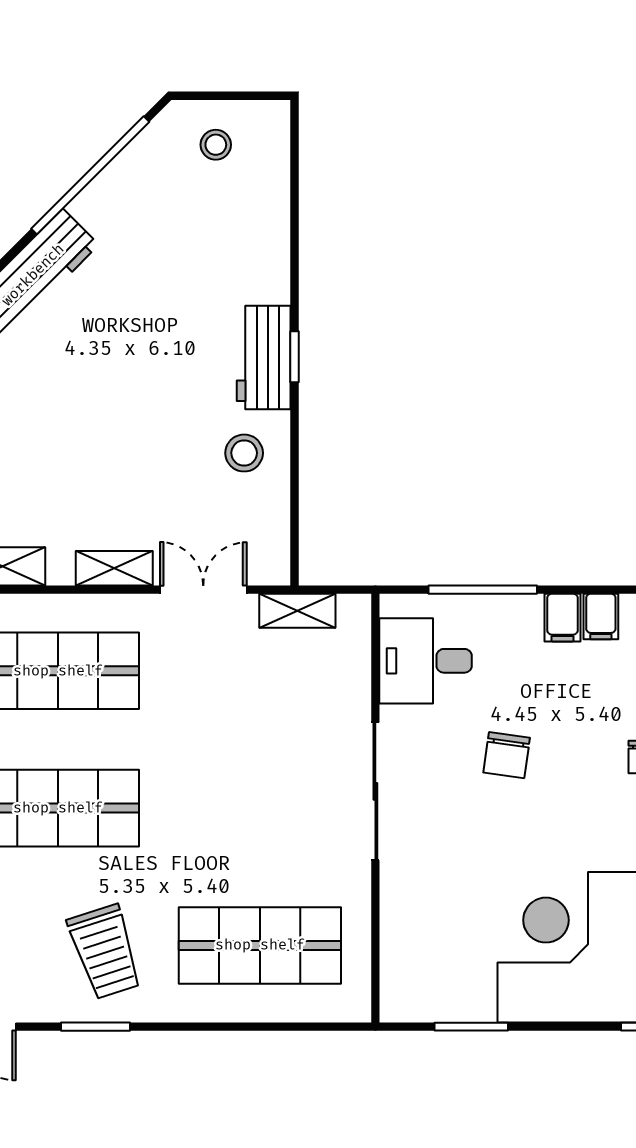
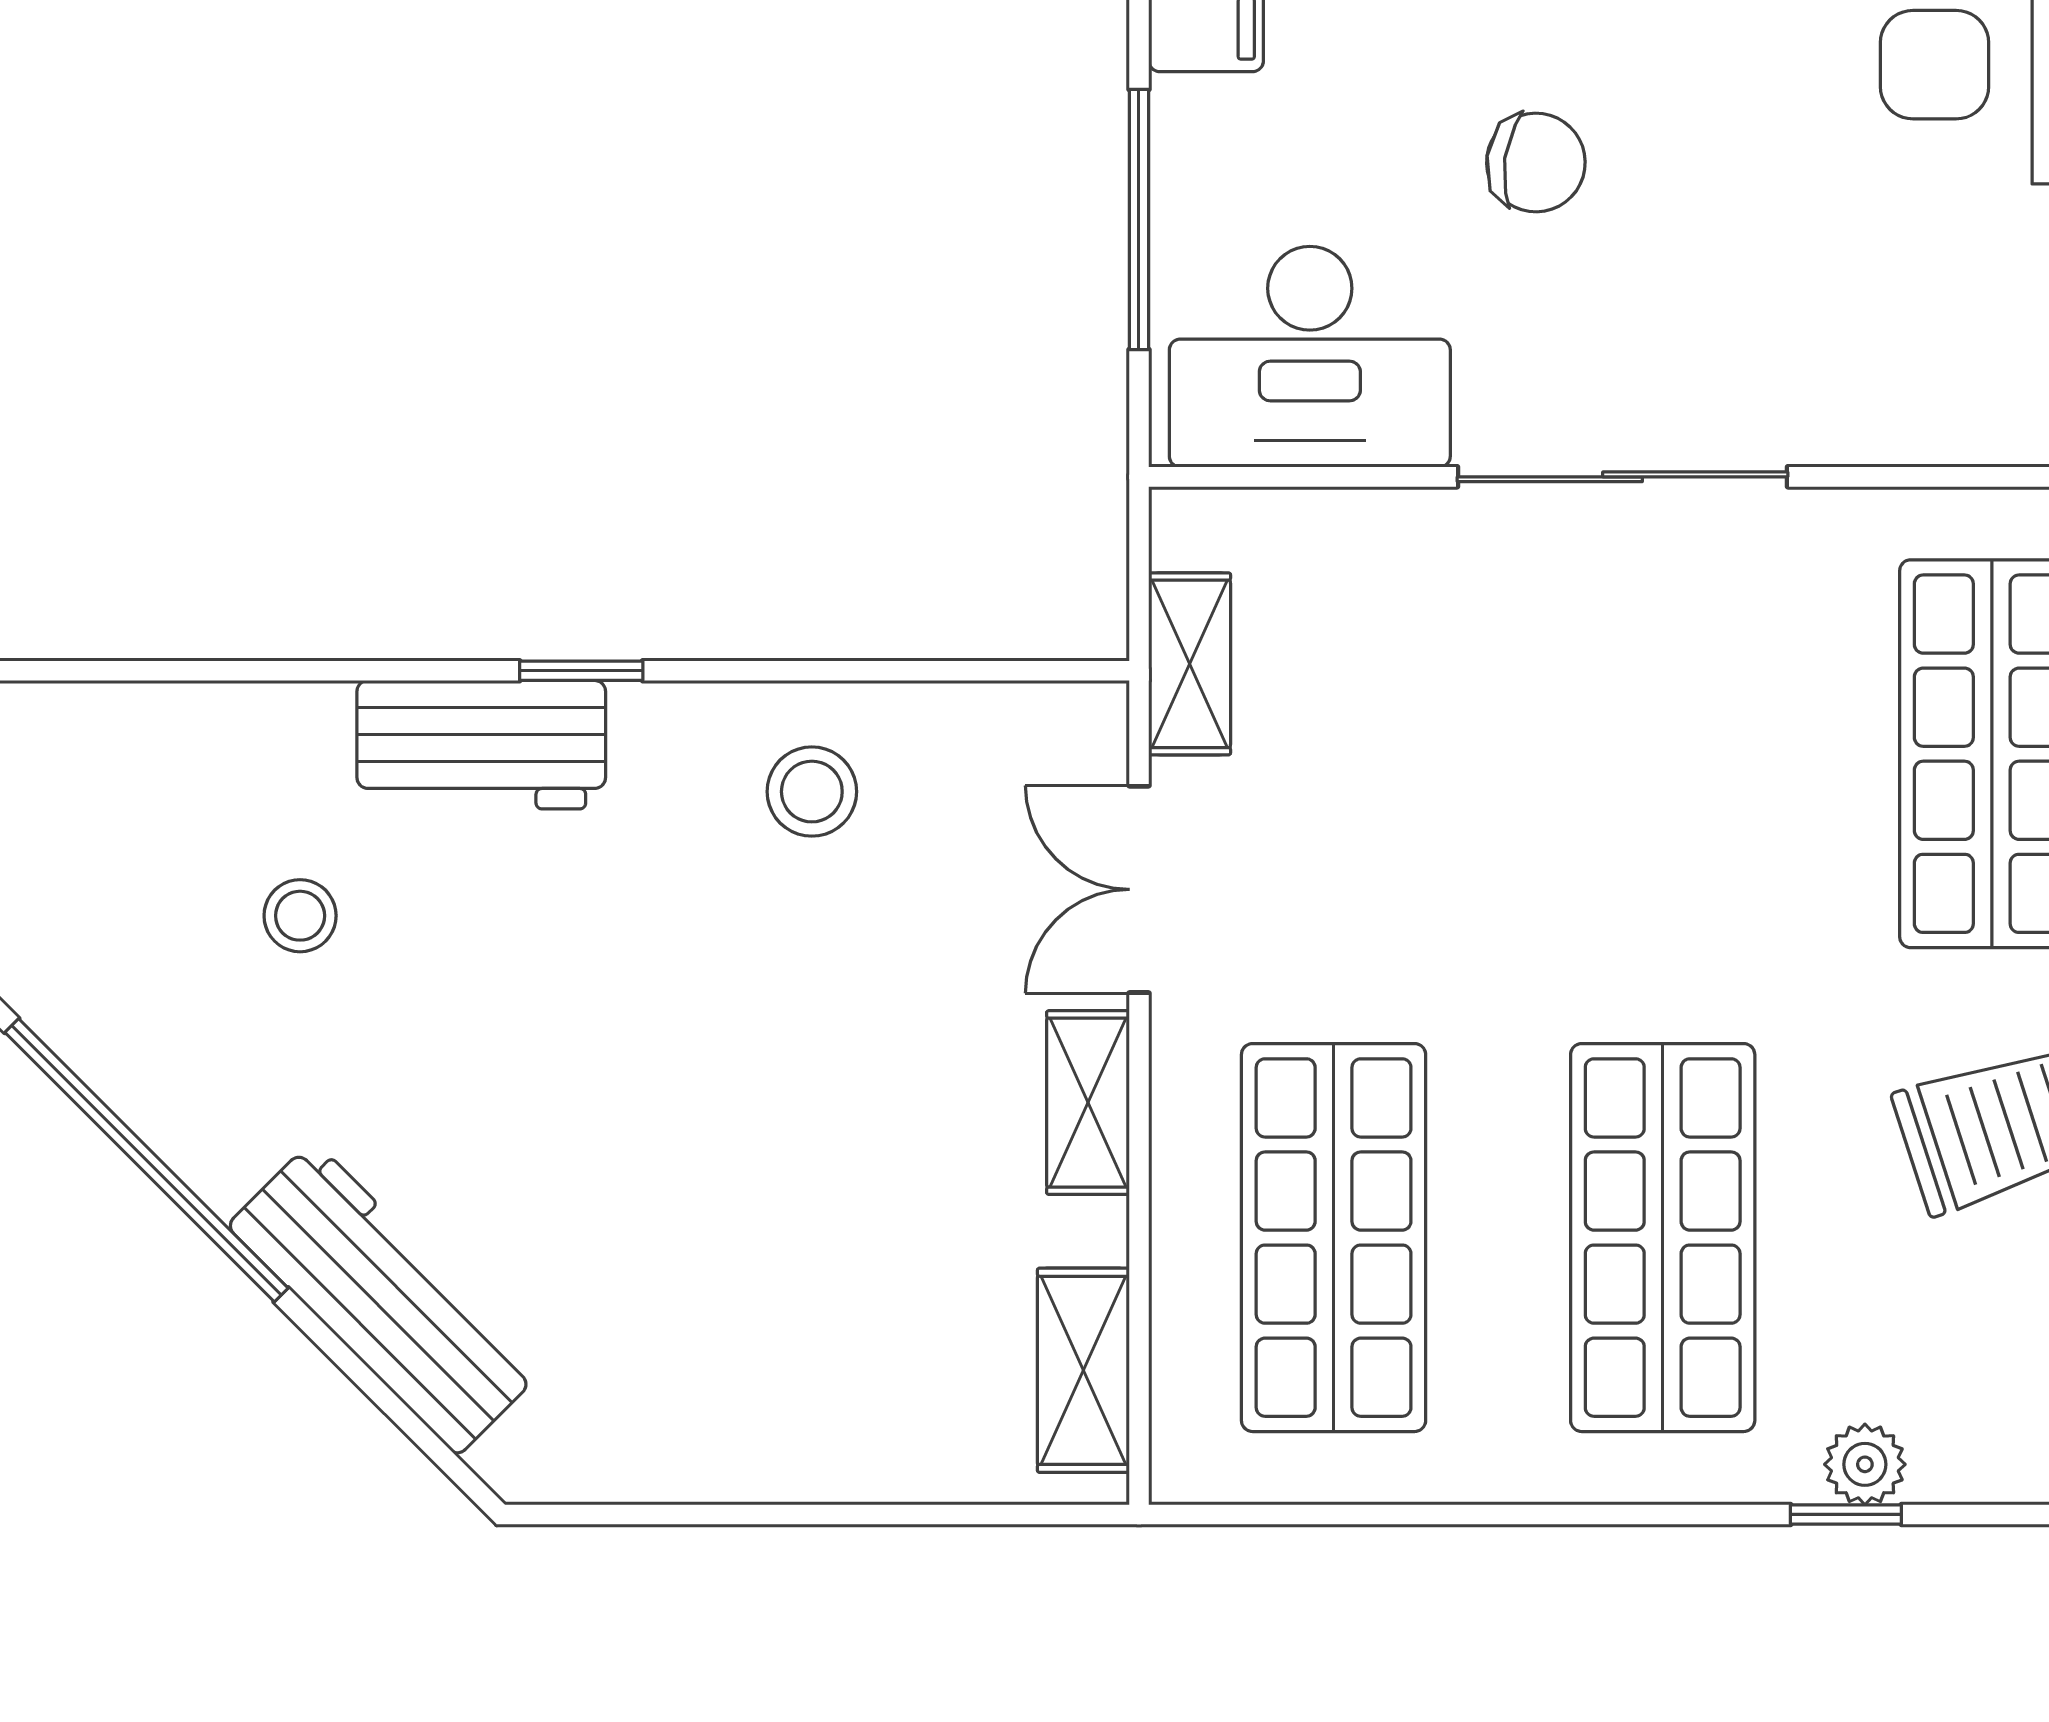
stool: (216, 145) -> (300, 916), moved
workbench: (264, 358) -> (481, 745), moved
desk: (426, 661) -> (1310, 357), width x1.37

